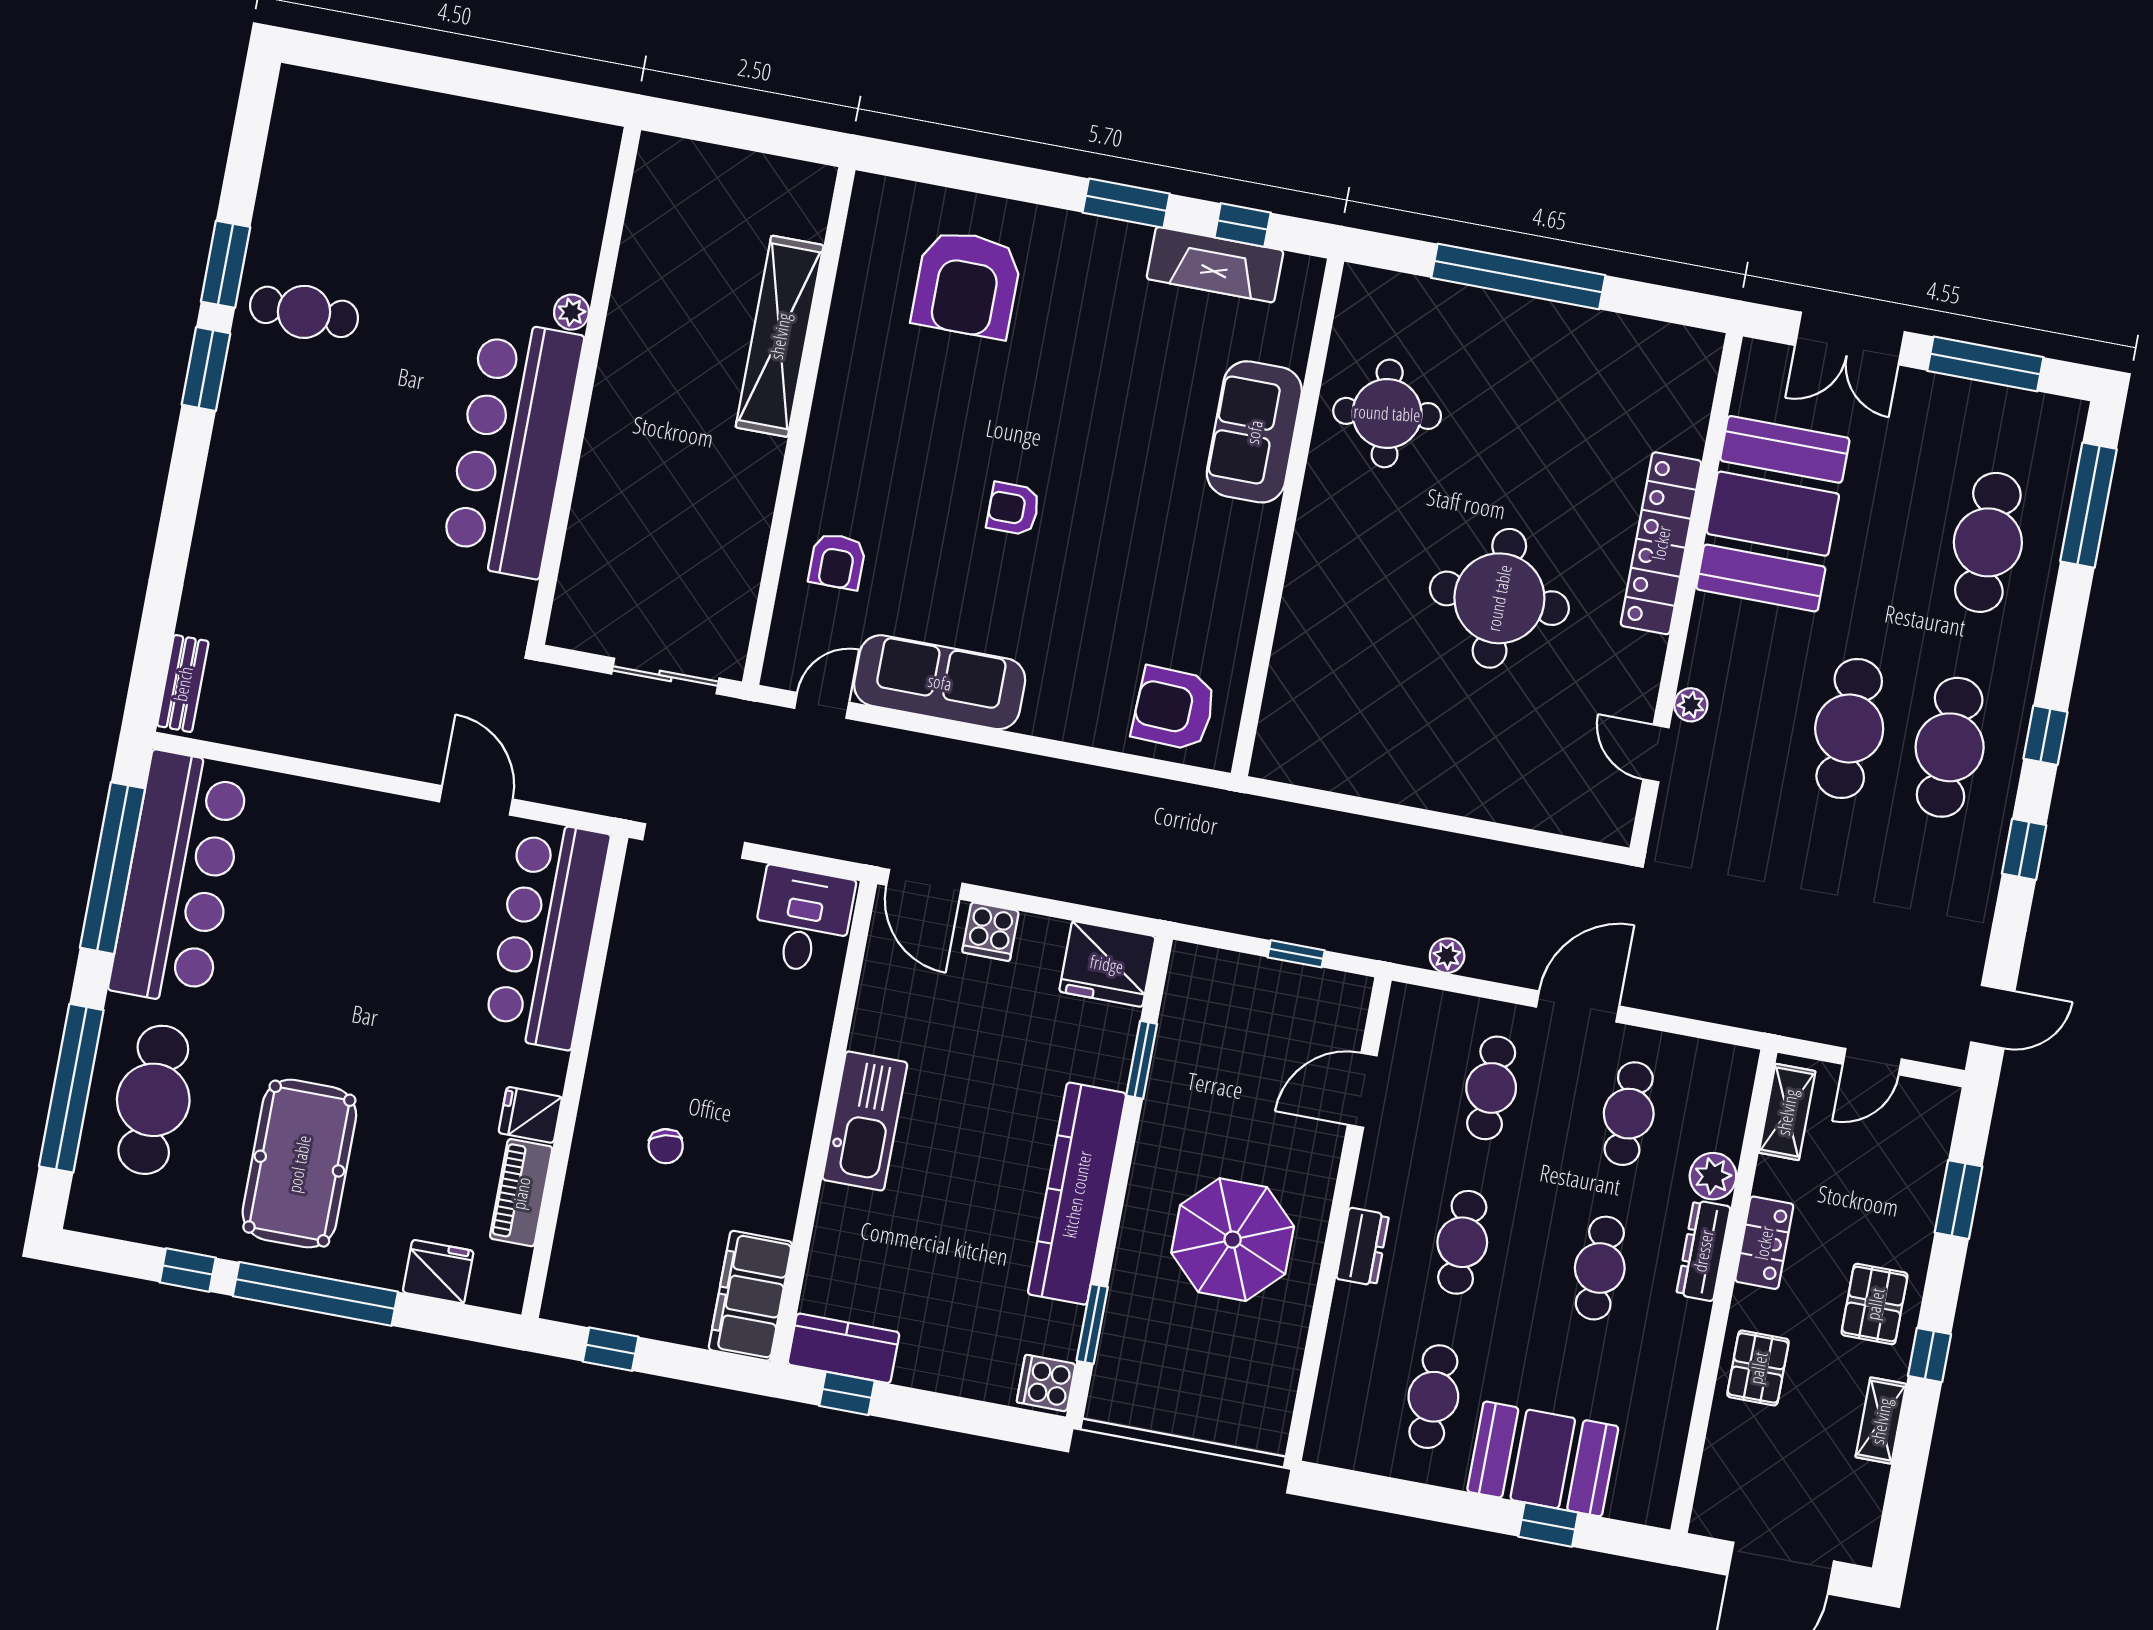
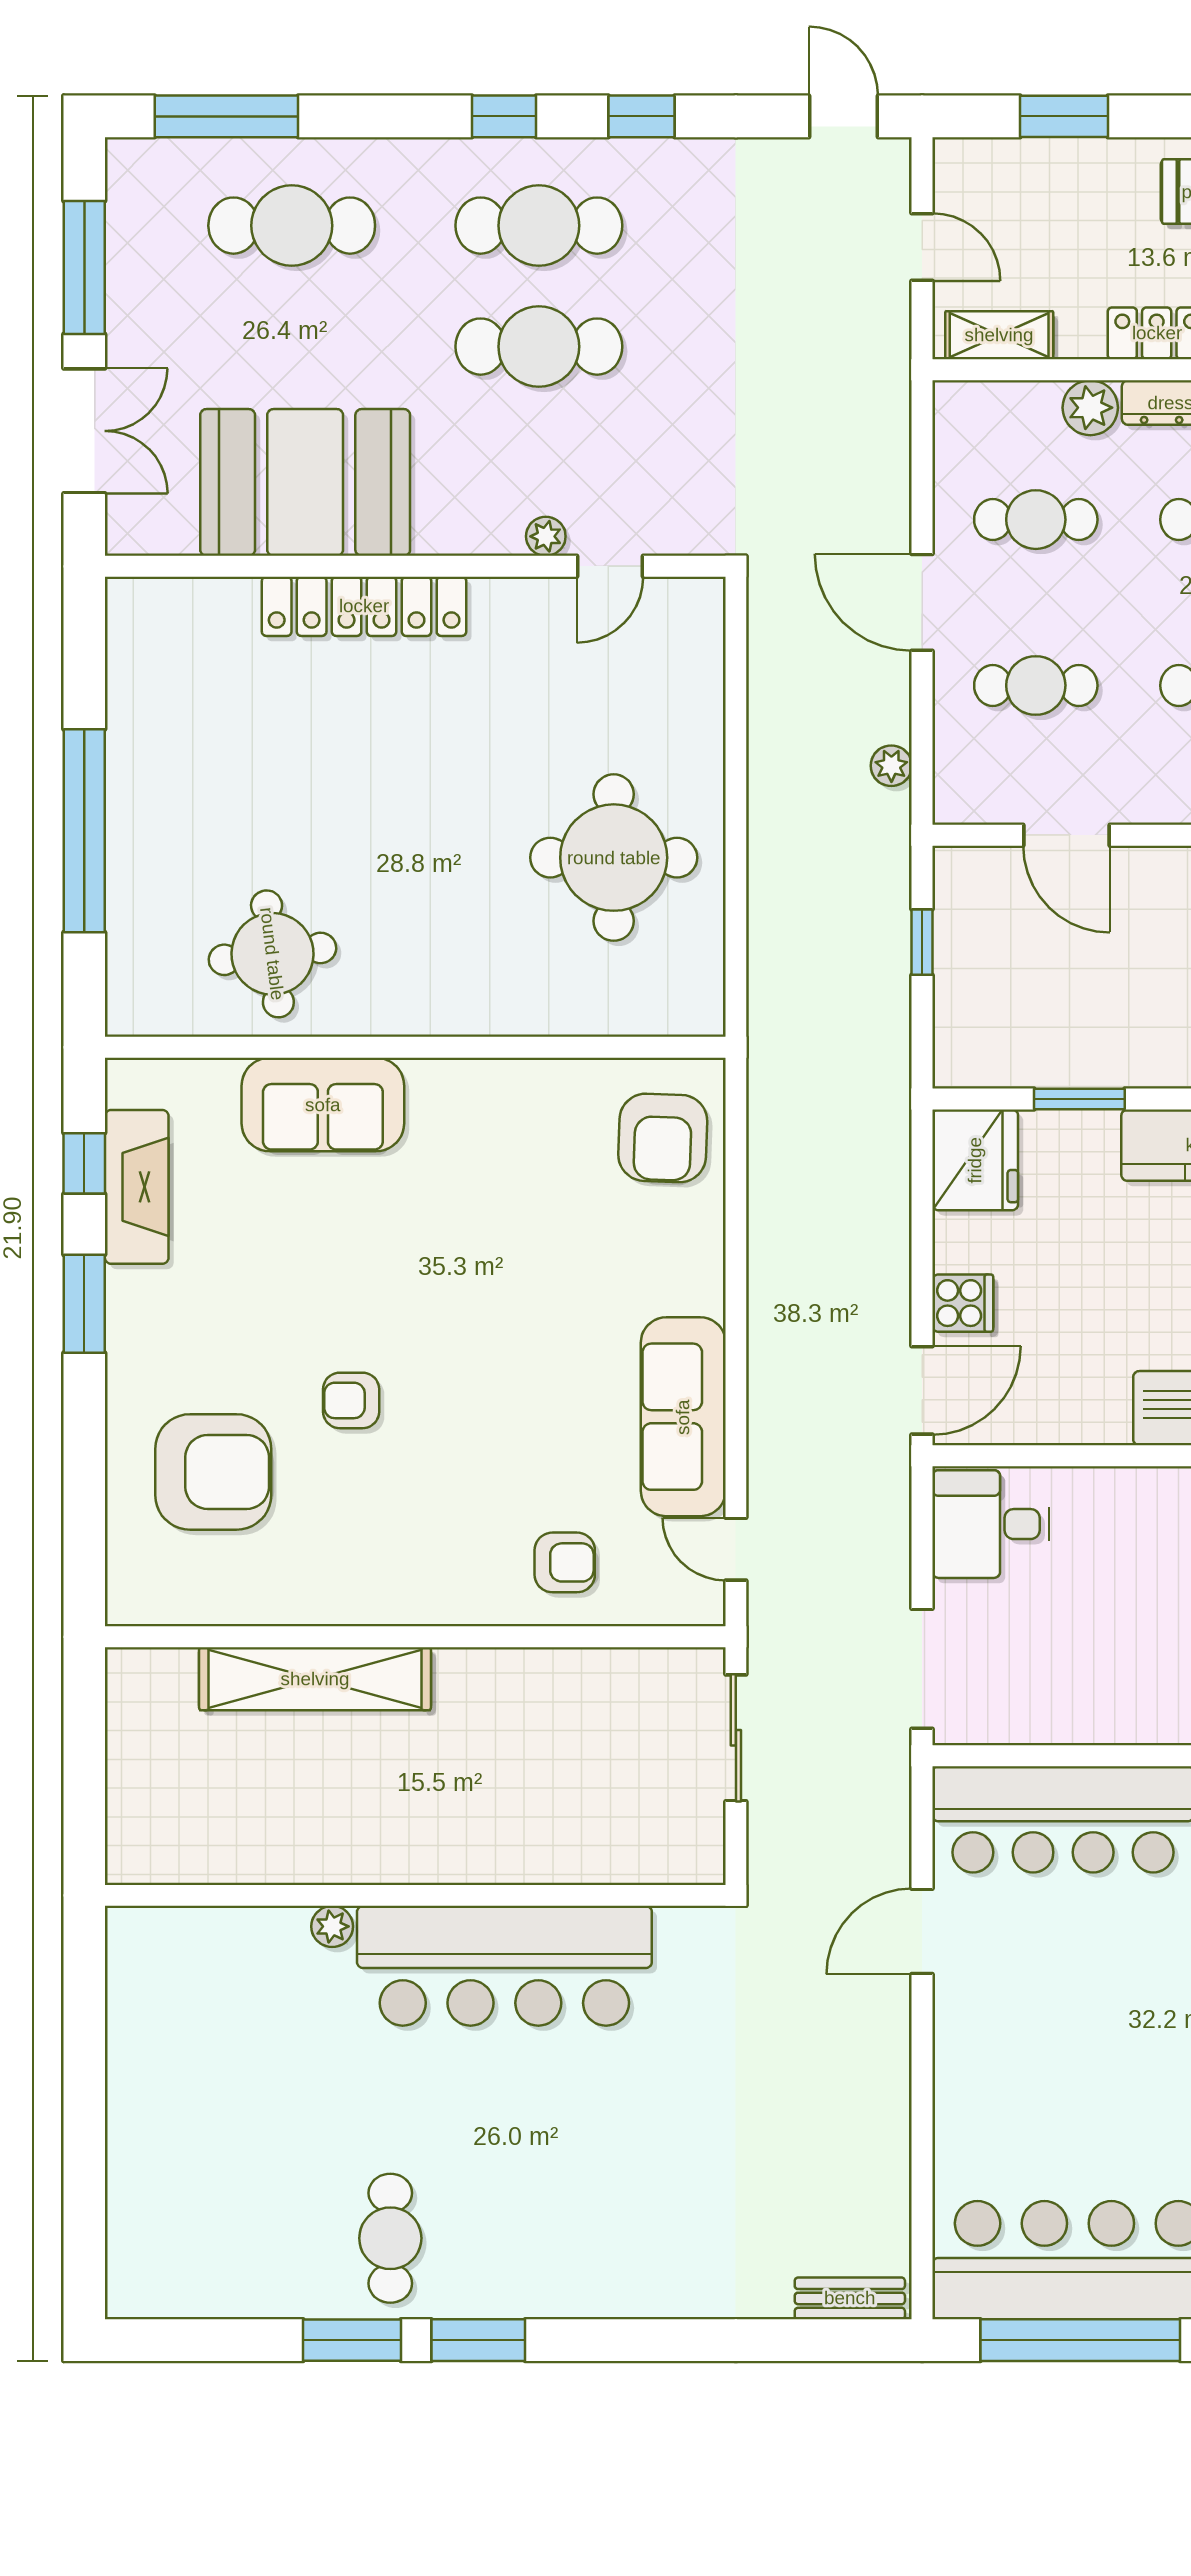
armchair: (1013, 509) -> (351, 1400), moved, turned 90
round table: (1499, 598) -> (614, 858), moved

